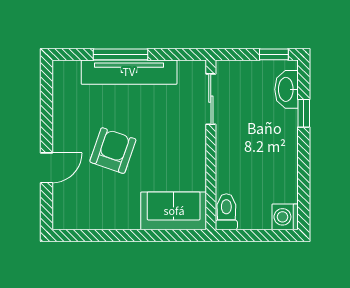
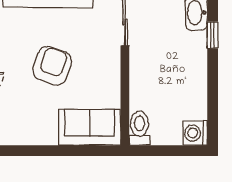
armchair: (113, 151) -> (52, 66), moved

